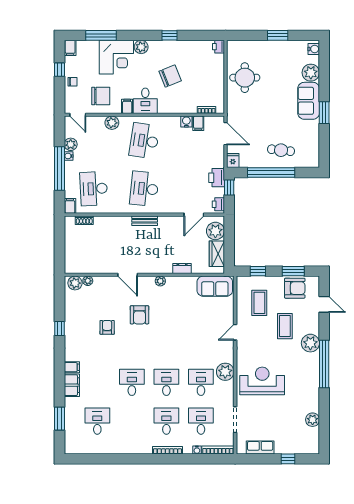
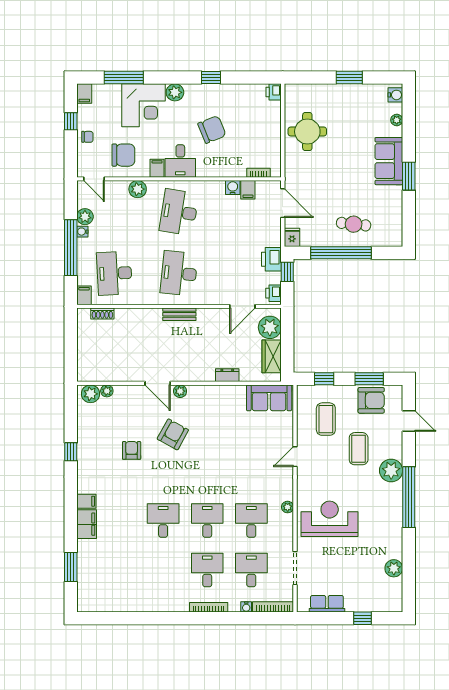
plant: (311, 73) -> (397, 120), width x0.53, depth x0.53
plant: (160, 281) -> (180, 391), moved
armchair: (139, 315) -> (173, 434), turned -151
plant: (225, 372) -> (288, 507), width x0.53, depth x0.53
desk: (97, 421) -> (119, 570), removed

